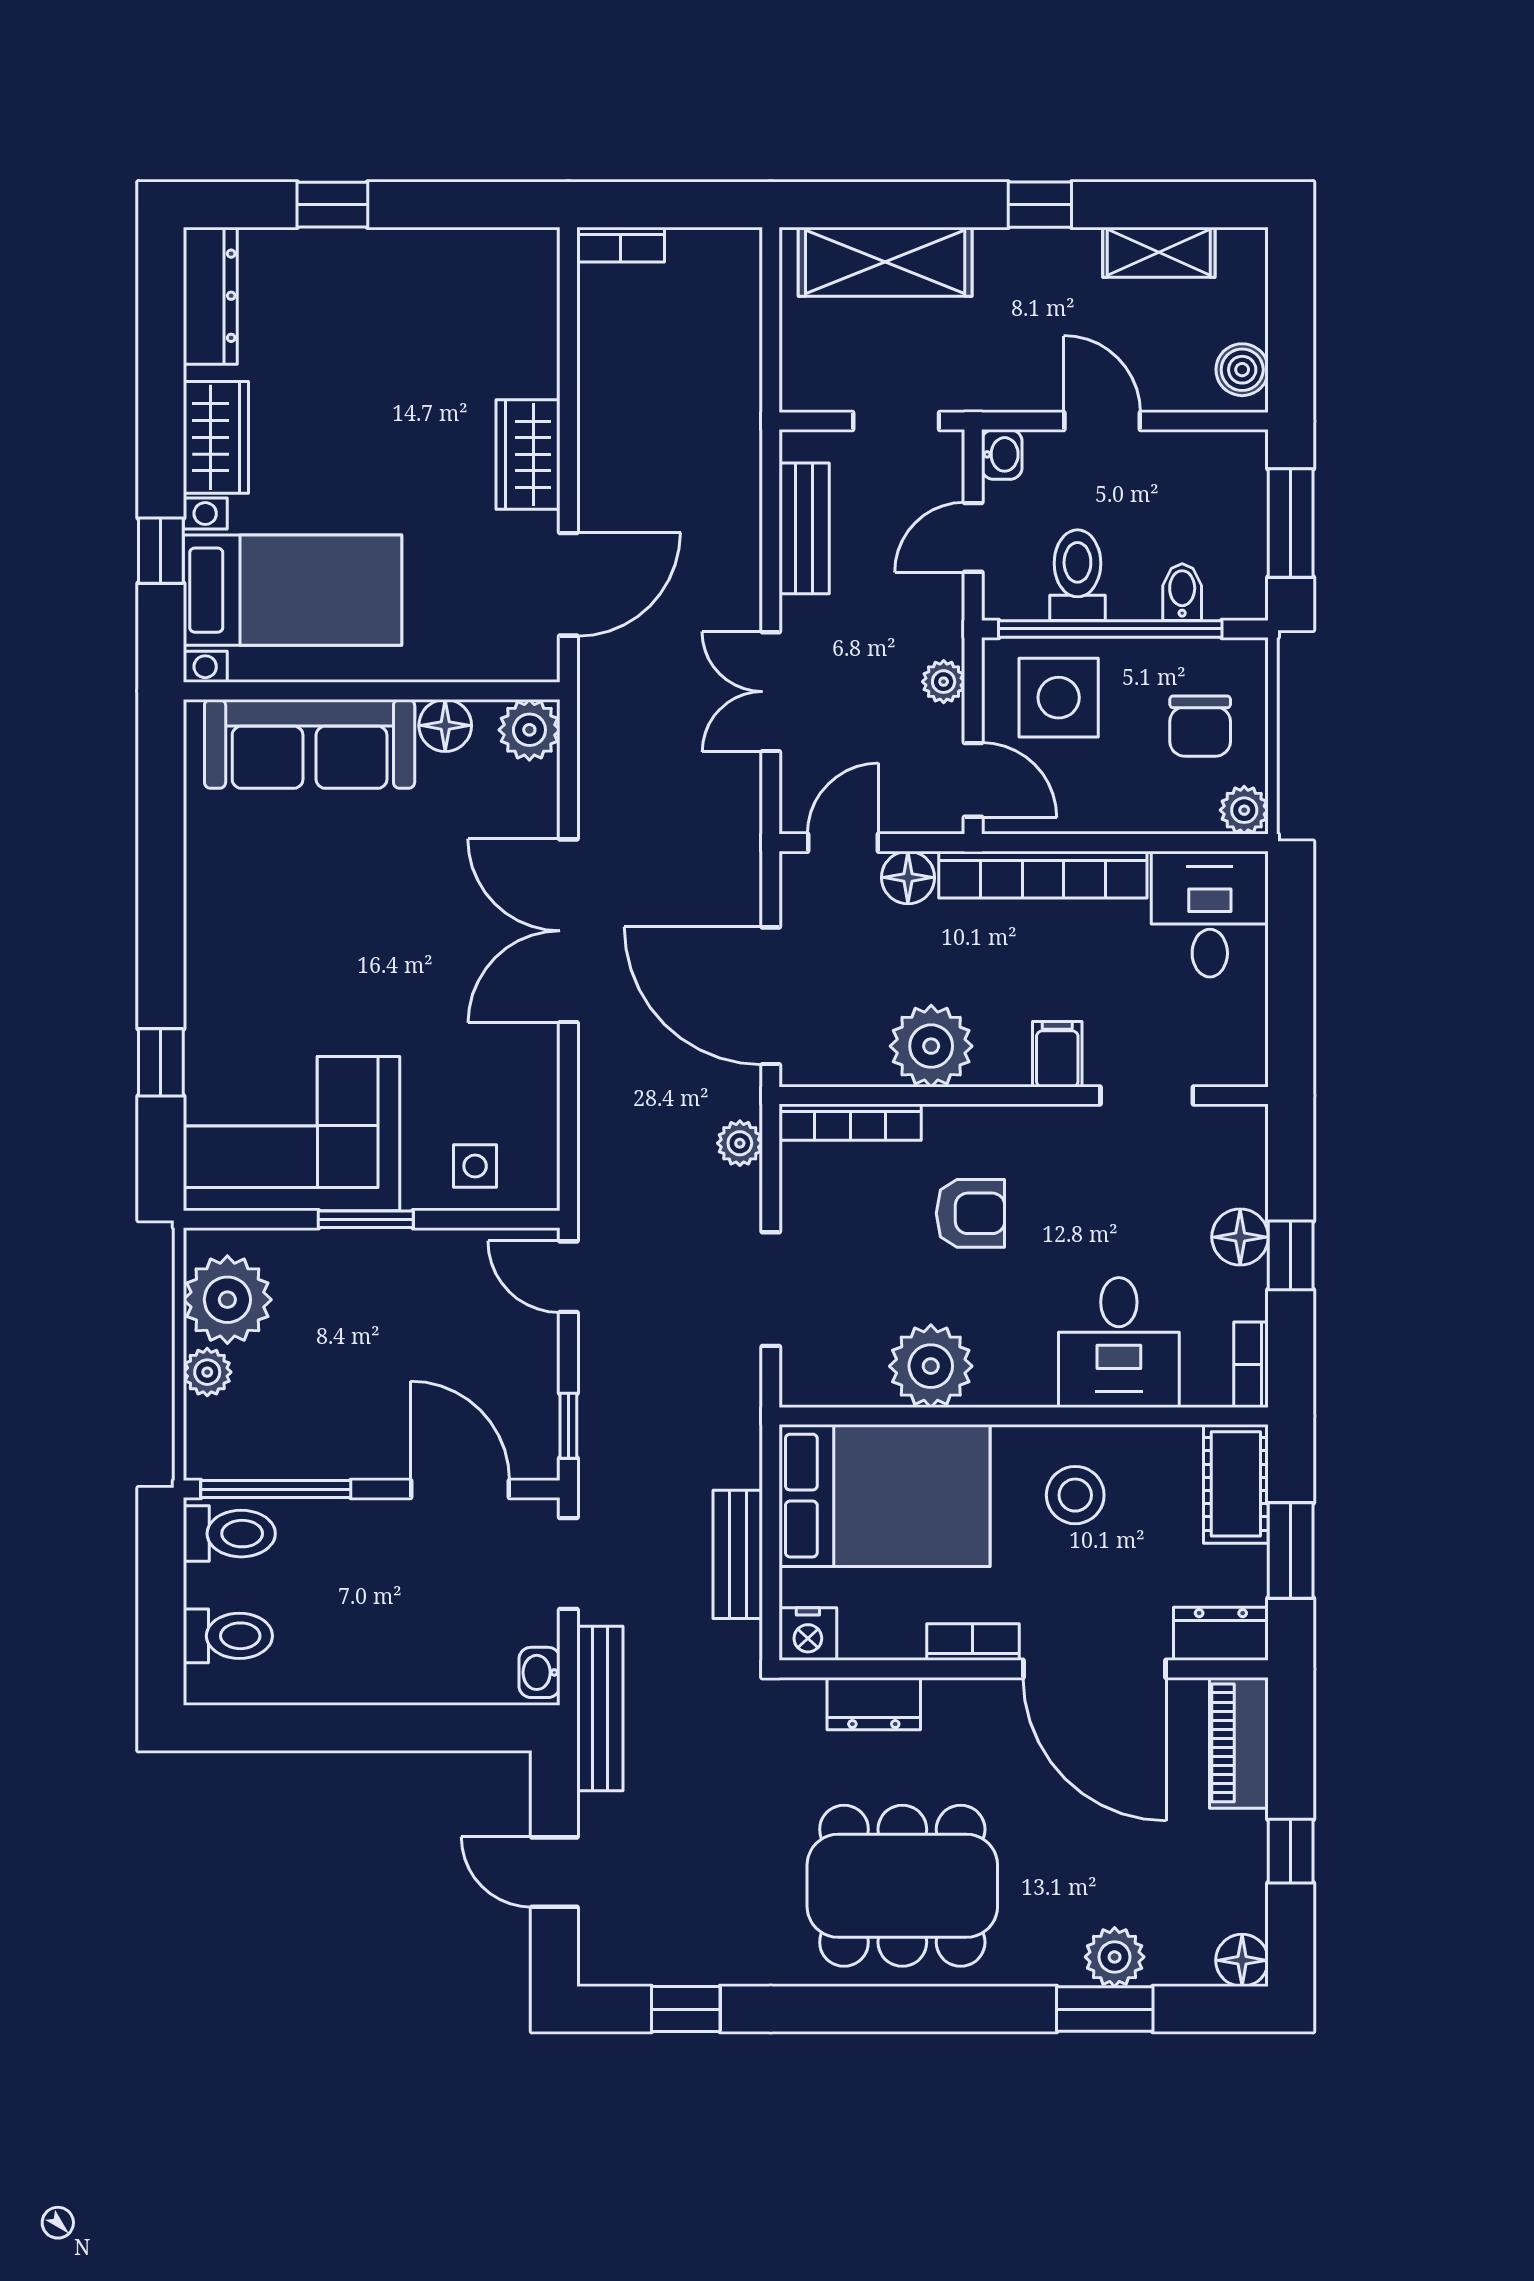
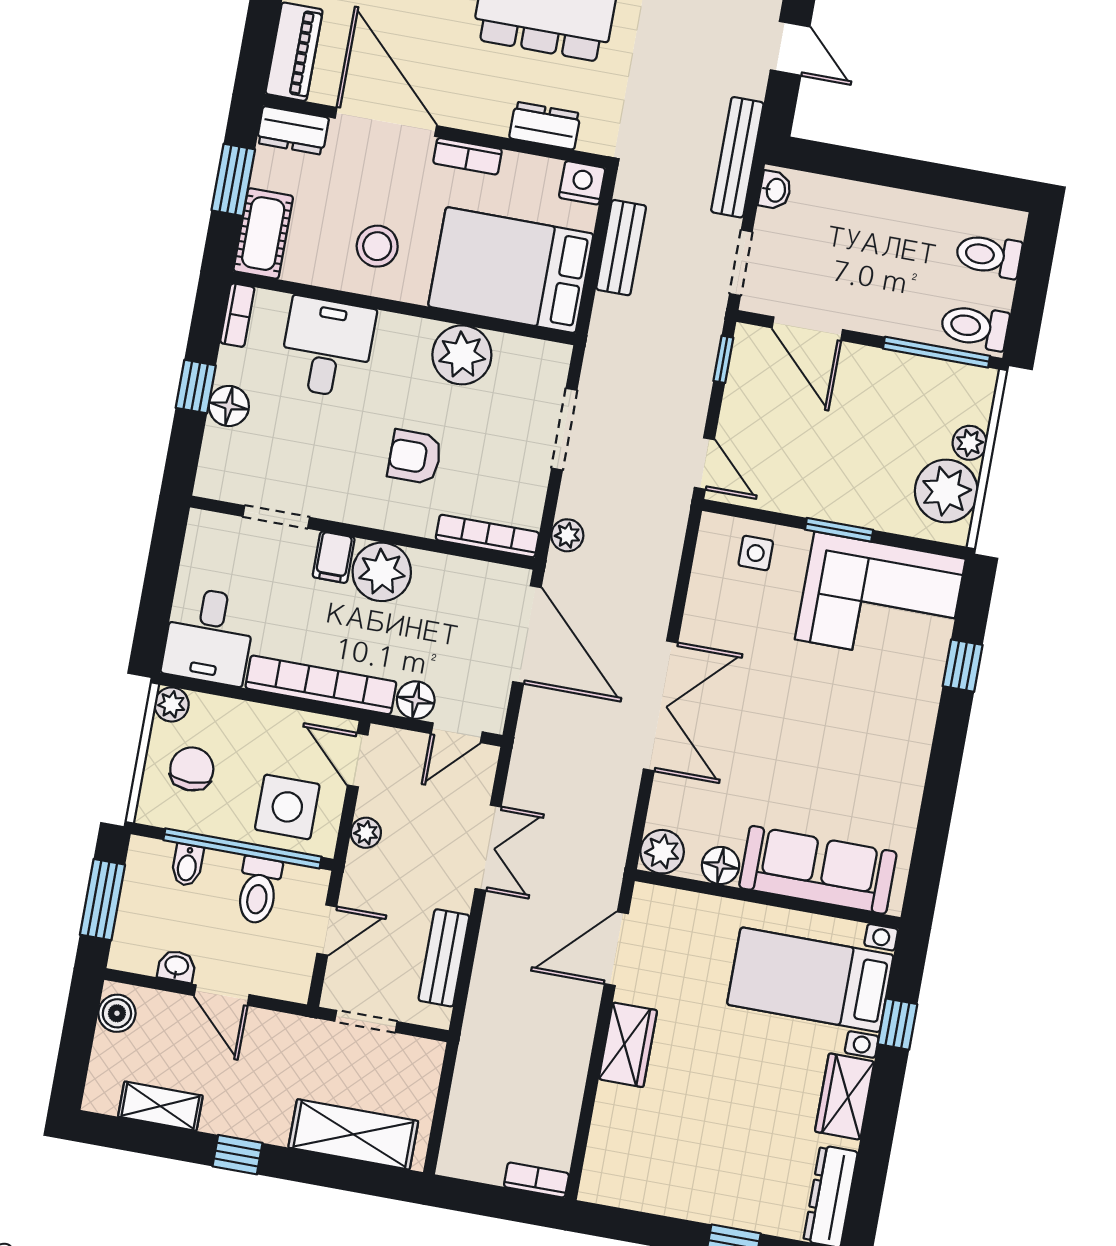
washbasin: (1002, 454) -> (177, 966), moved, turned 90
plant: (931, 1046) -> (382, 572), moved

